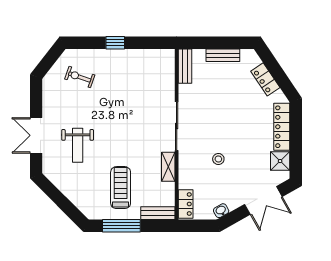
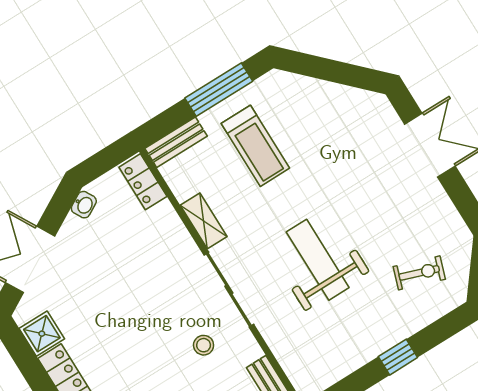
weight bench: (78, 145) -> (318, 260), moved, width x1.36, depth x1.33
stool: (218, 159) -> (204, 345), moved

